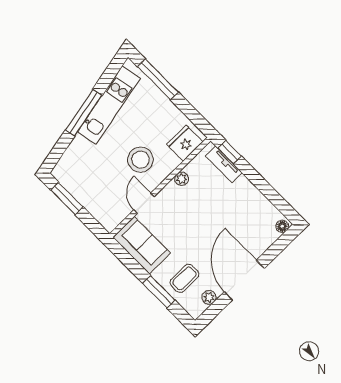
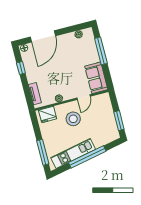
window: (84, 113) -> (87, 157), width x1.46
window: (230, 152) -> (21, 68), moved
coffee table: (184, 278) -> (85, 50), removed
door: (244, 280) -> (43, 36), moved
window: (159, 292) -> (101, 51), width x1.44

